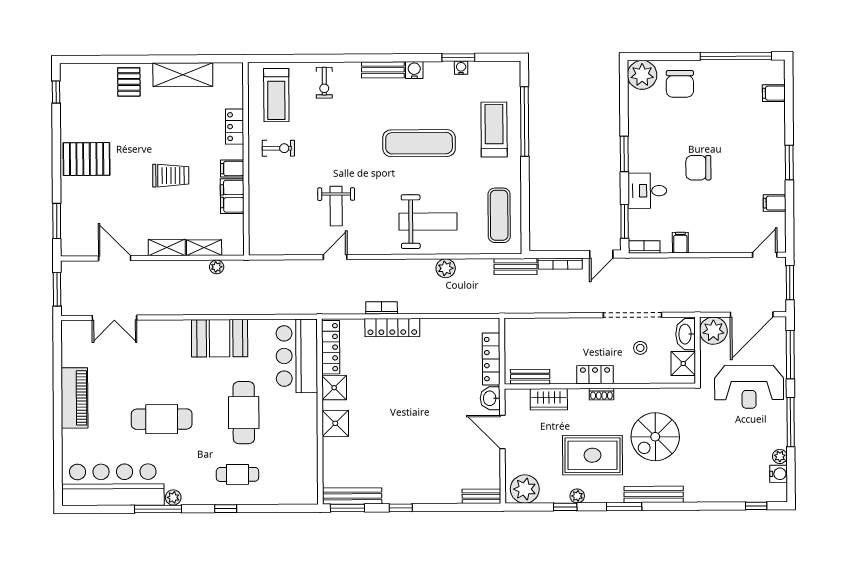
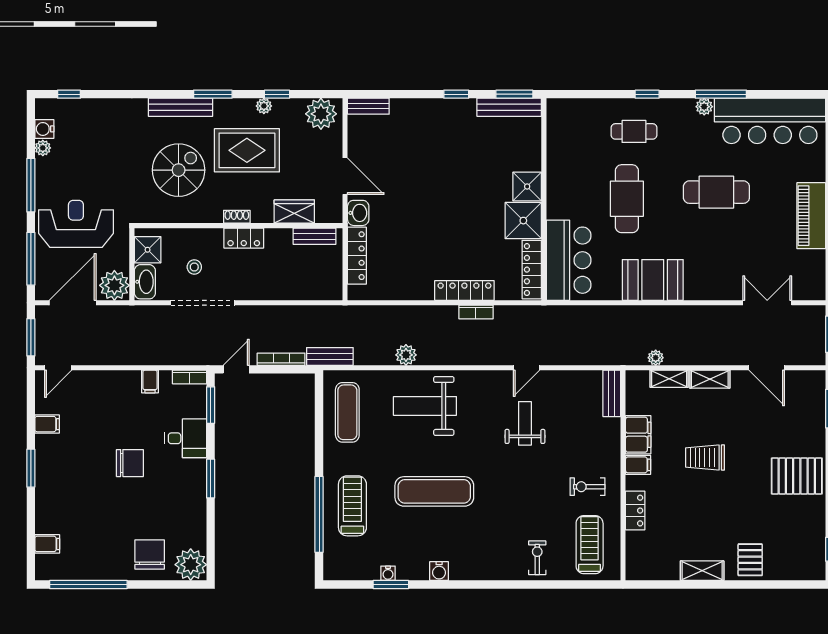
bench: (383, 70) -> (612, 393), moved, turned 90
shelving: (183, 75) -> (702, 571), width x0.67, depth x0.75
treadmill: (494, 130) -> (352, 506), turned 180
shower: (334, 388) -> (523, 221), width x1.36, depth x1.36

